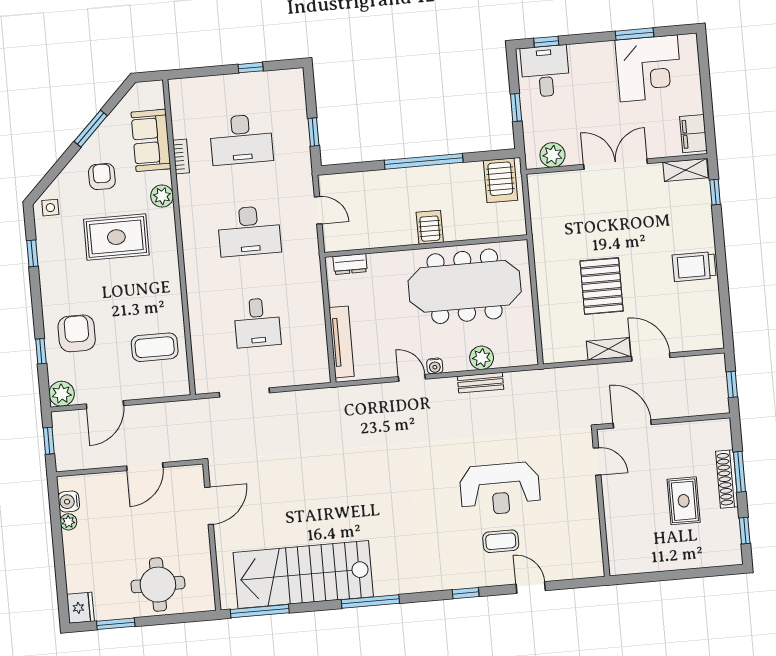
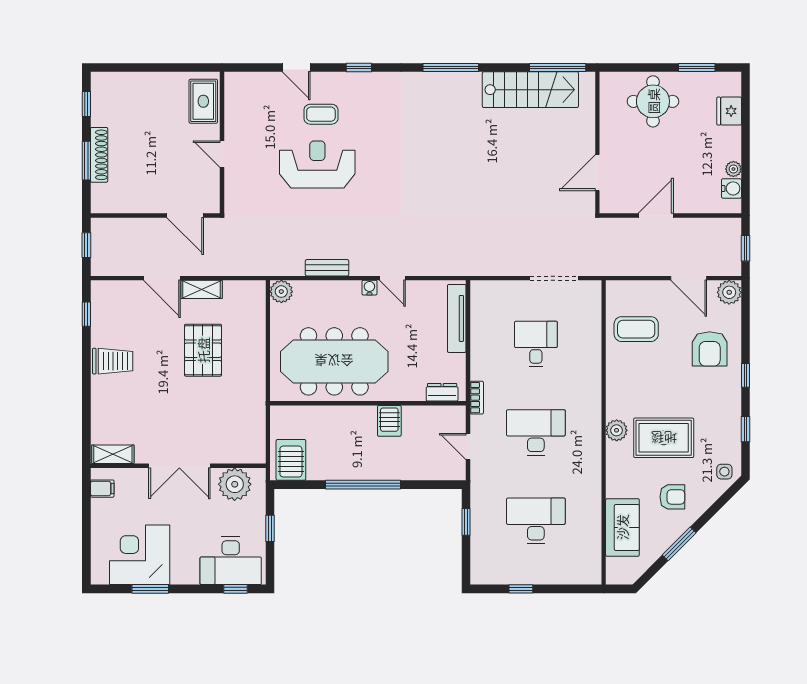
desk: (545, 71) -> (231, 561), width x1.37
filing cabinet: (693, 134) -> (102, 489), width x0.50
plant: (552, 155) -> (235, 484), width x1.36, depth x1.36
bookcase: (181, 157) -> (477, 398), moved, turned 180
armchair: (102, 177) -> (672, 497), turned -90
window: (715, 192) -> (86, 314), moved
plant: (162, 196) -> (617, 430), moved
server rack: (430, 227) -> (389, 421), moved
window: (41, 351) -> (745, 375), moved
plant: (482, 358) -> (281, 292), moved
door: (105, 405) -> (689, 278), swing flipped
door: (597, 461) -> (222, 154), moved
rug: (684, 501) -> (203, 101), moved
stairs: (303, 575) -> (530, 90), width x0.73, depth x0.66
fridge: (80, 608) -> (729, 111), moved

